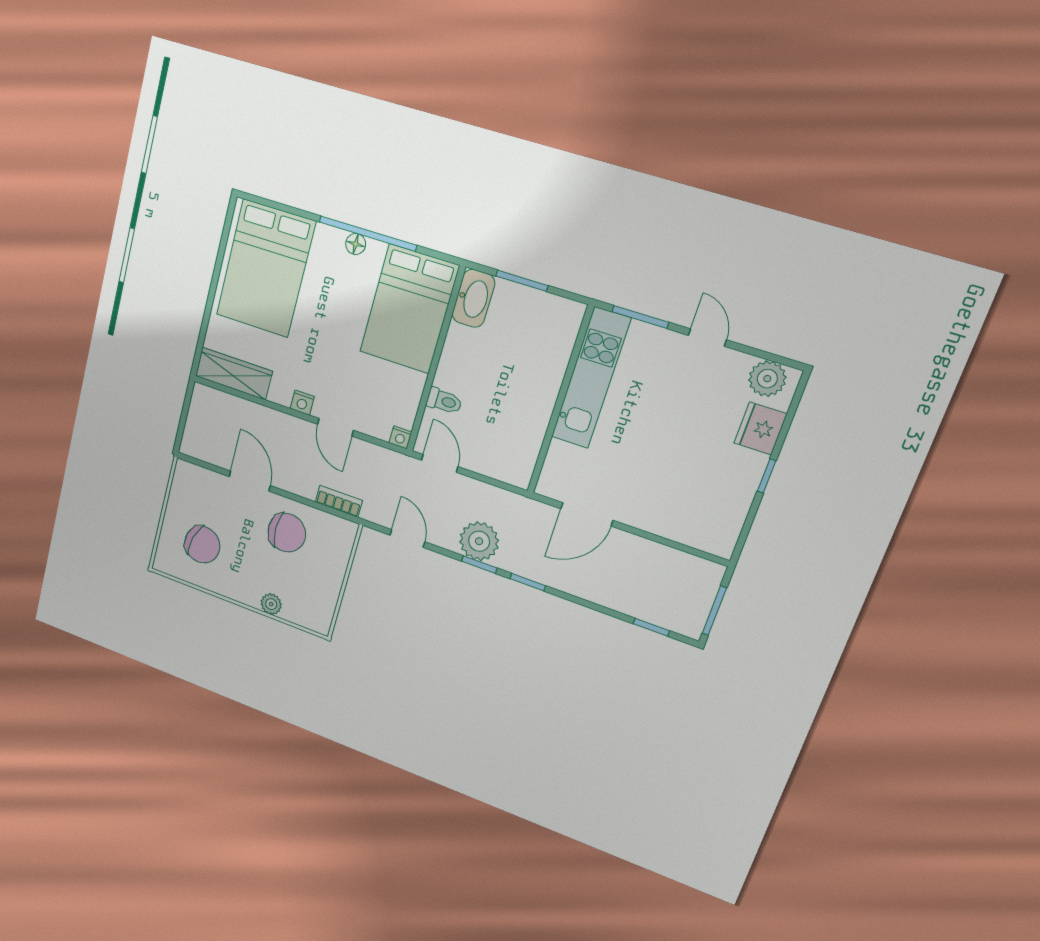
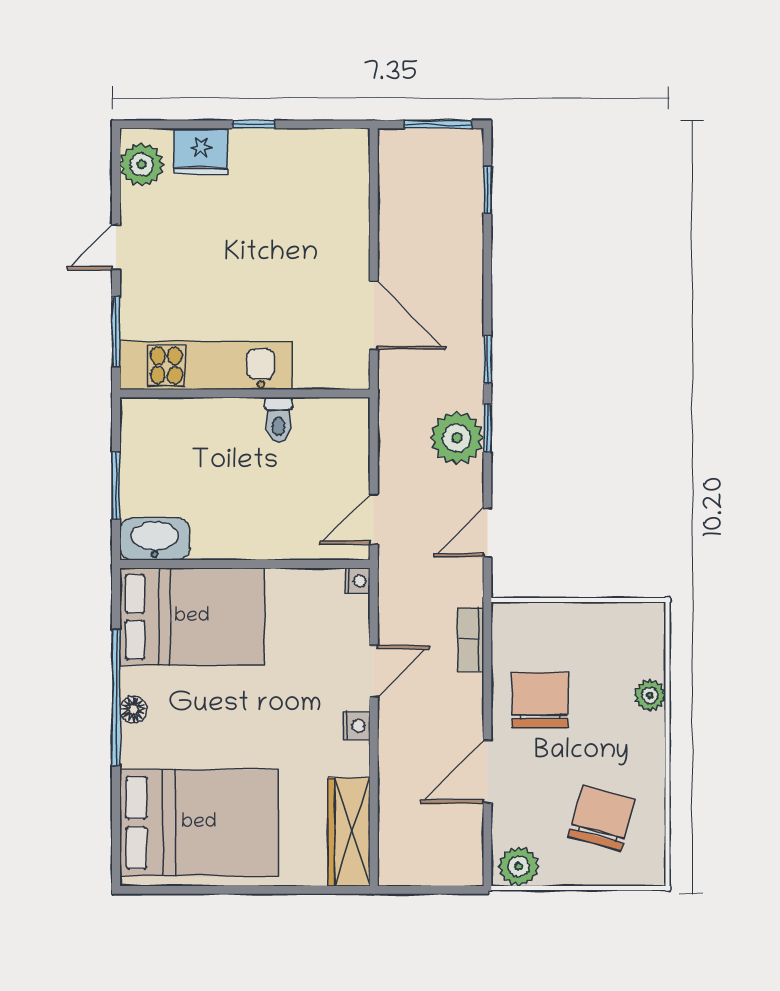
toilet: (444, 401) -> (278, 420), moved, turned 180
plant: (185, 480) -> (519, 866), added

